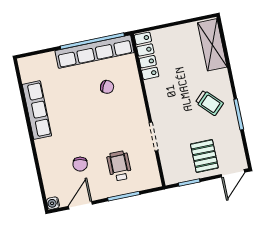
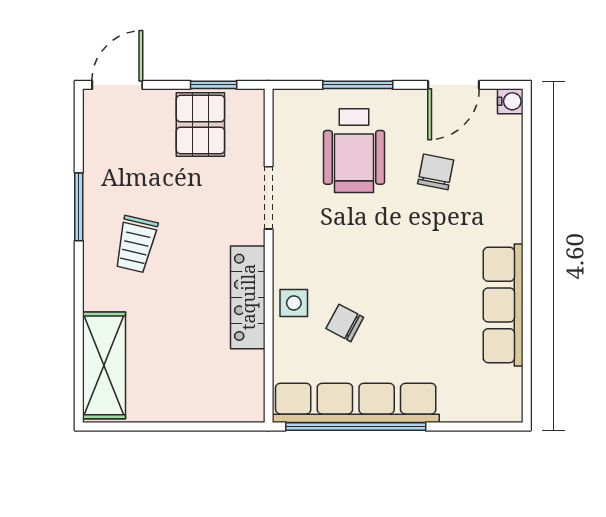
locker: (147, 56) -> (248, 297), moved
side table: (132, 91) -> (294, 303), added
trolley: (209, 103) -> (136, 244), turned -123
pallet: (204, 156) -> (200, 125), moved
wheelchair: (119, 166) -> (354, 151), width x1.36, depth x1.37

